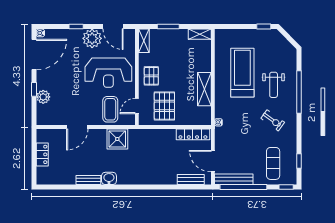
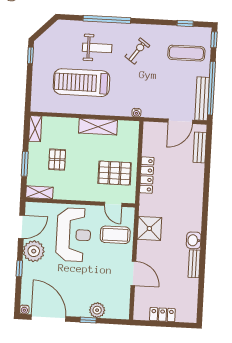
pallet: (151, 76) -> (57, 160), moved, turned 90
locker: (193, 134) -> (147, 175), moved

